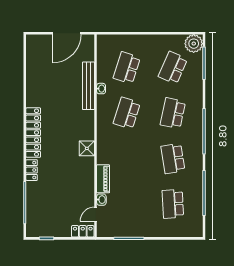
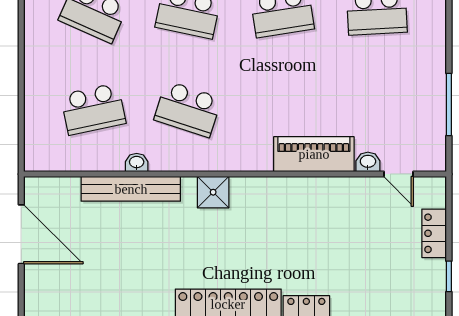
school desk: (127, 68) -> (93, 109), turned -30
shower: (87, 148) -> (213, 192), moved
piano: (103, 179) -> (314, 154), width x1.37, depth x1.33
locker: (83, 231) -> (434, 233), moved

